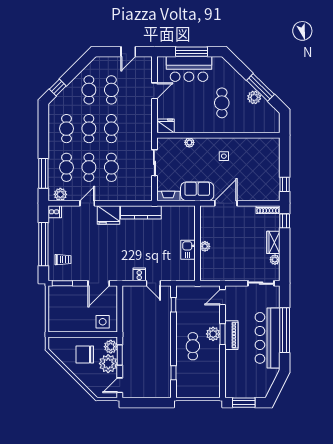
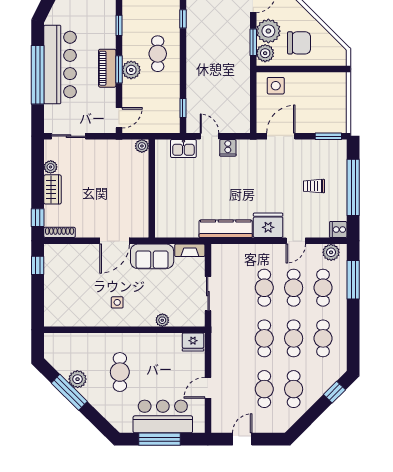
plant: (205, 246) -> (142, 146), moved
kitchen sink: (188, 250) -> (183, 148), moved, turned 90
trolley: (63, 260) -> (314, 186), moved
window: (223, 368) -> (119, 25), added

